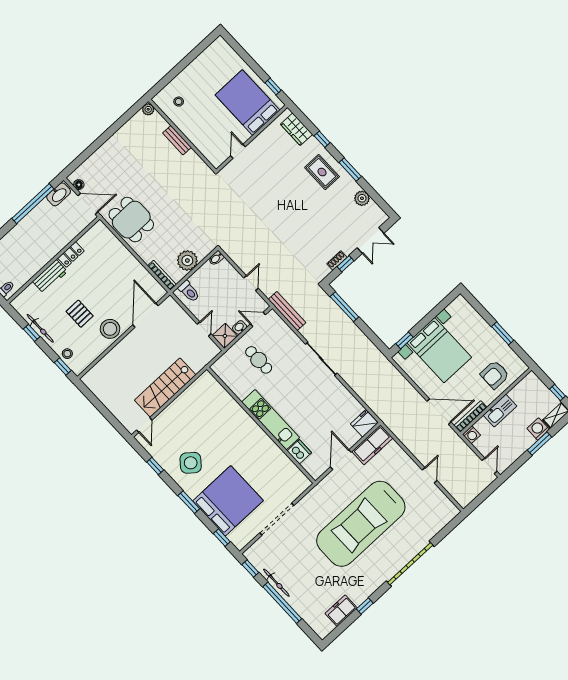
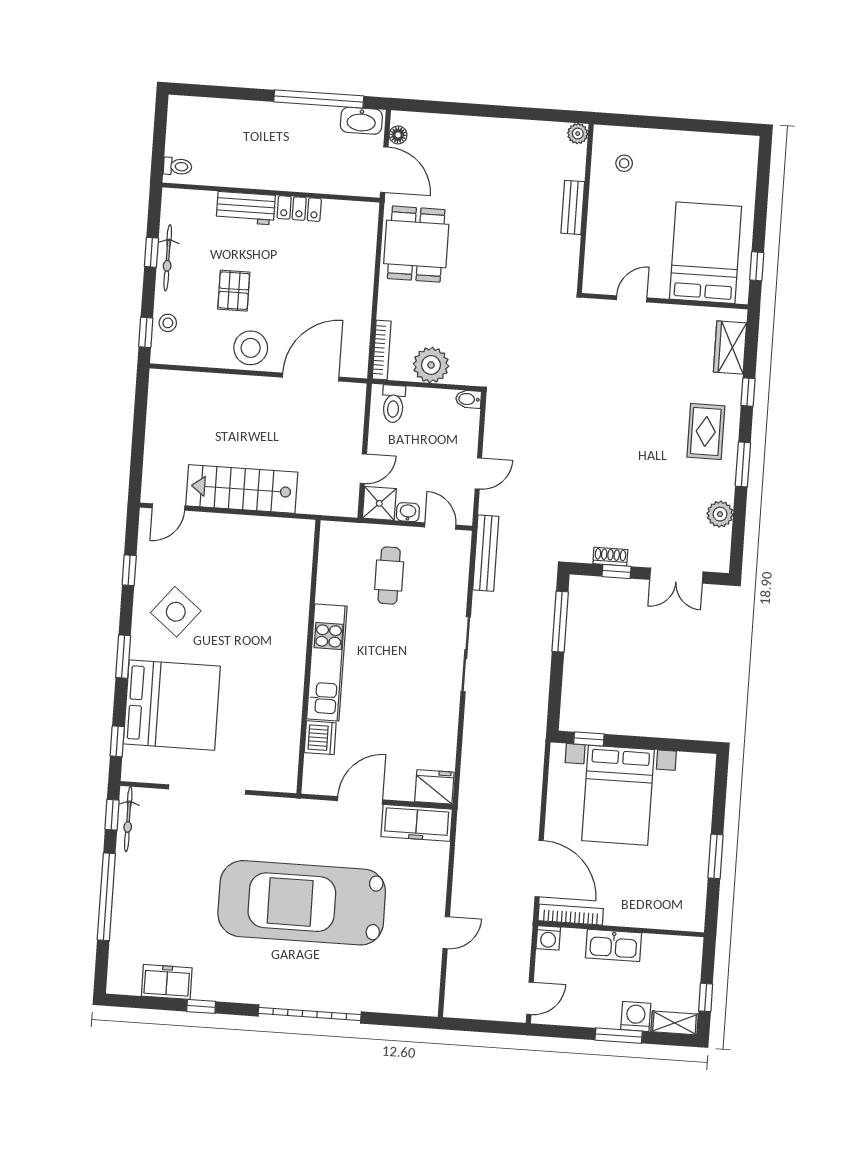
armchair: (495, 375) -> (653, 896), removed
bicycle: (276, 583) -> (128, 819), moved

